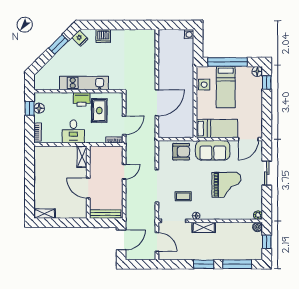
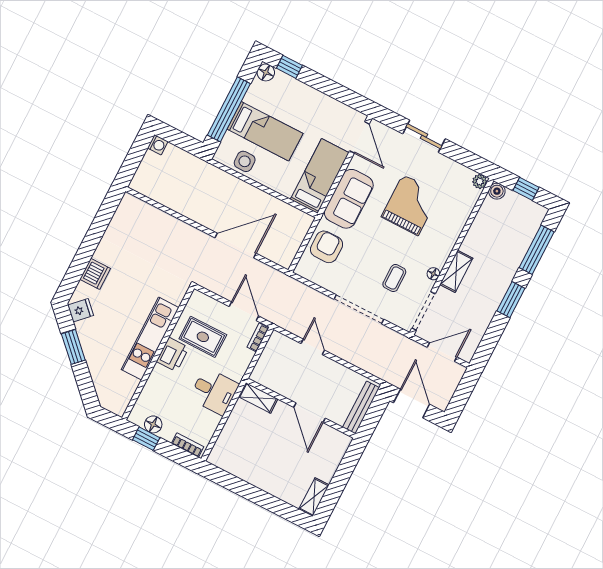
door: (157, 103) -> (235, 245), hinge flipped
door: (88, 188) -> (309, 413), hinge flipped

